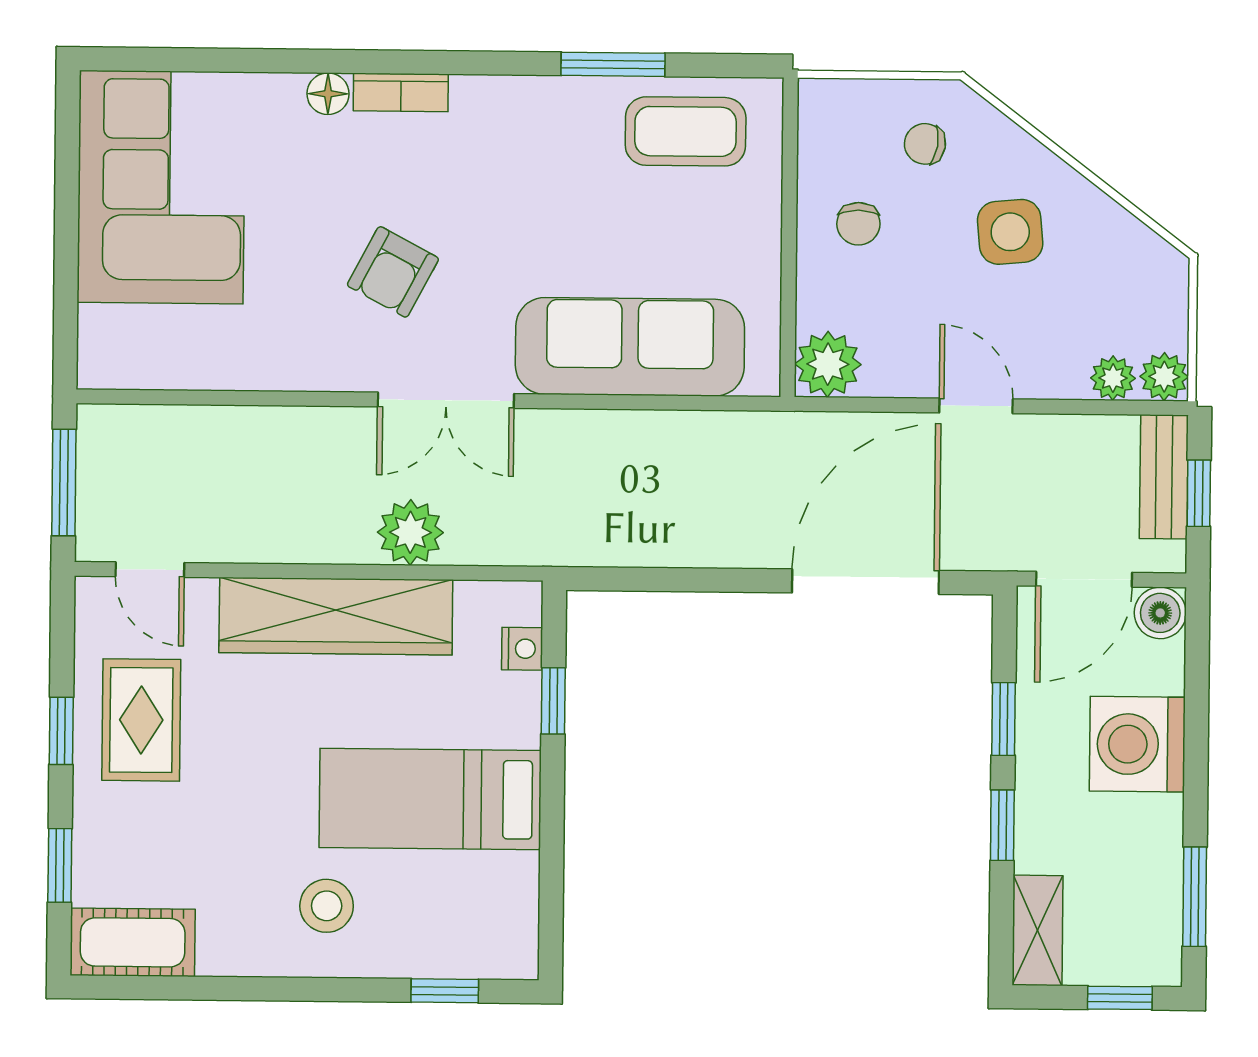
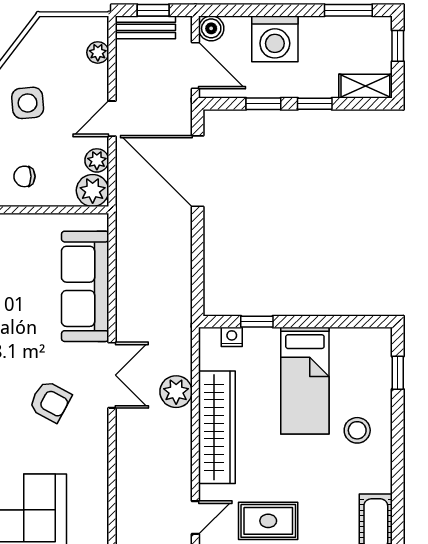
chair: (858, 224) -> (24, 176), turned 180
plant: (1164, 377) -> (97, 160), moved

